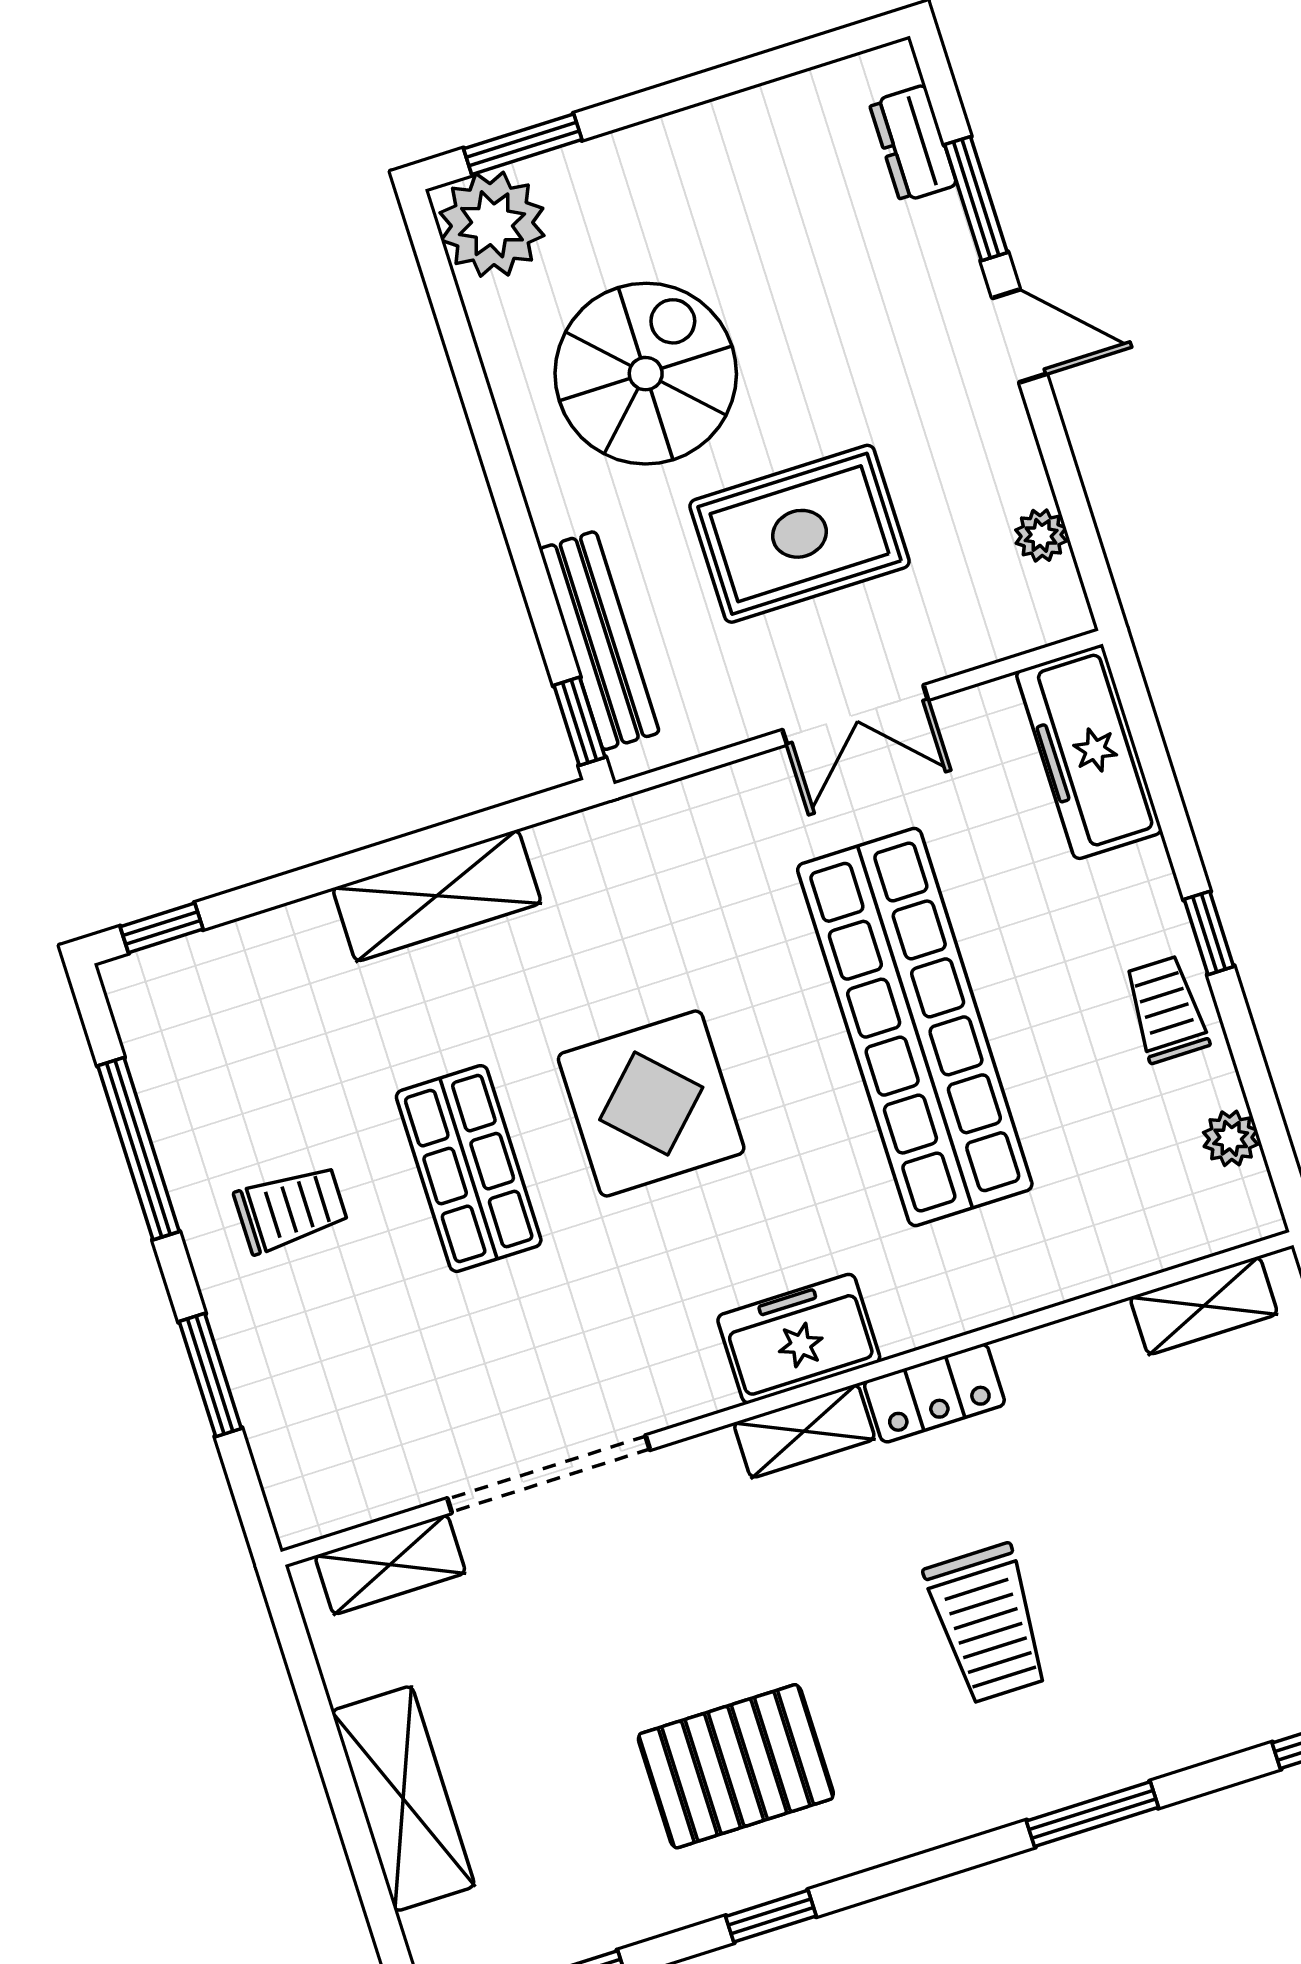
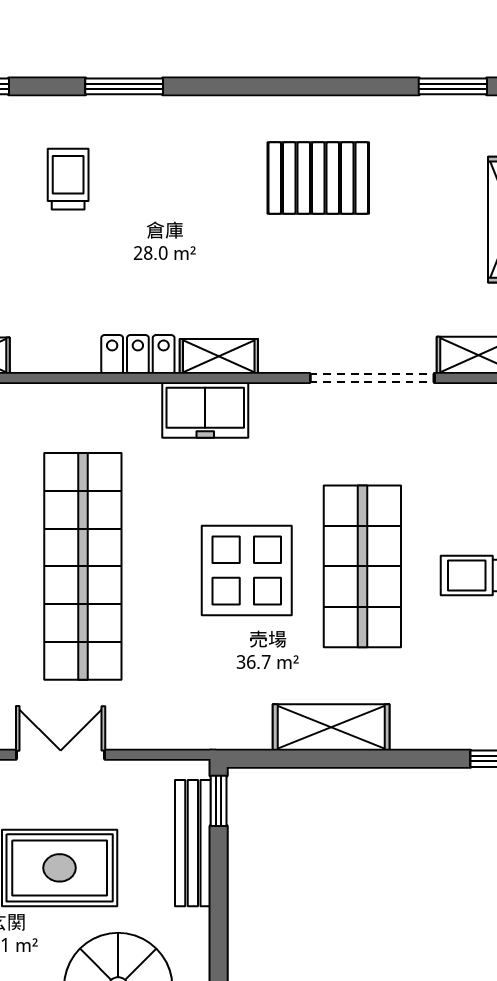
shop shelf: (469, 1169) -> (362, 566), width x1.43, depth x1.36
trolley: (987, 1624) -> (68, 179), moved, width x0.73, depth x0.72
window: (771, 1916) -> (325, 86), removed

